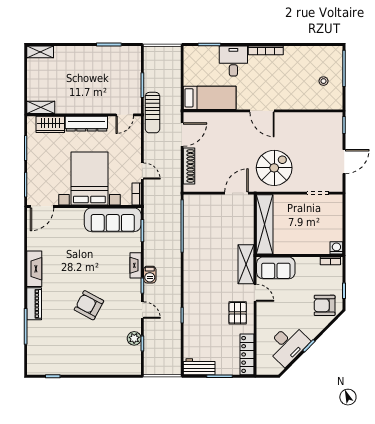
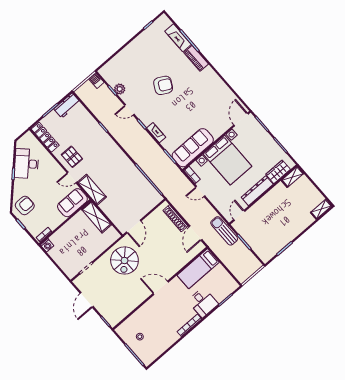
shelving: (265, 224) -> (96, 217), width x0.68
fireplace: (34, 269) -> (178, 38), moved
barbecue: (150, 275) -> (96, 80), moved

